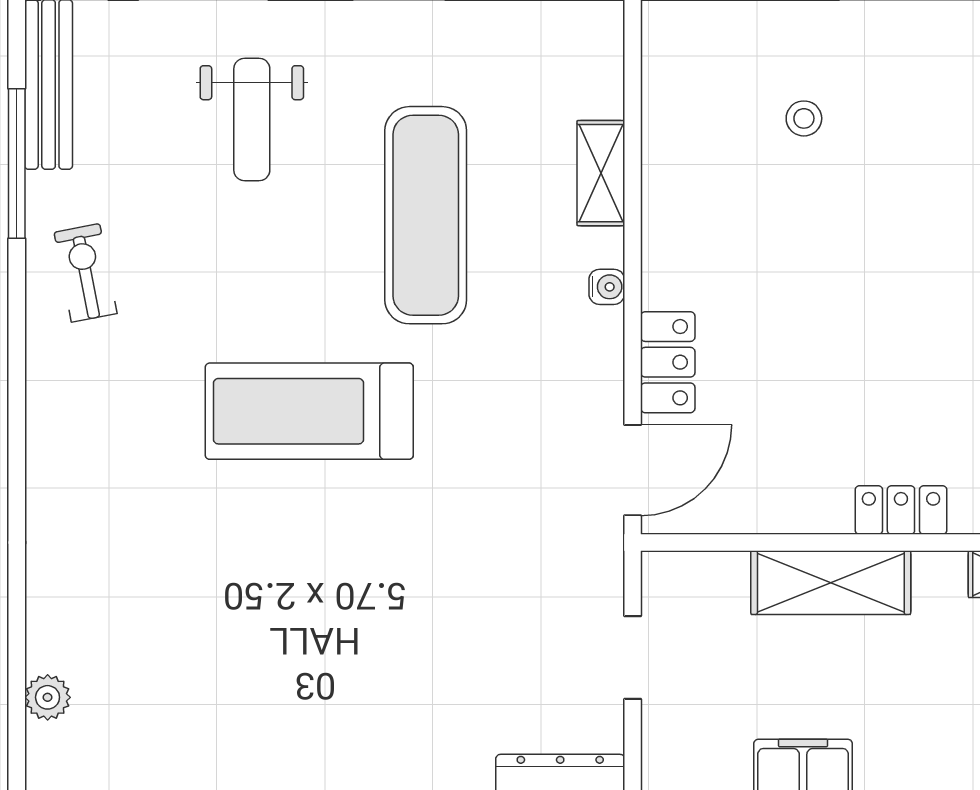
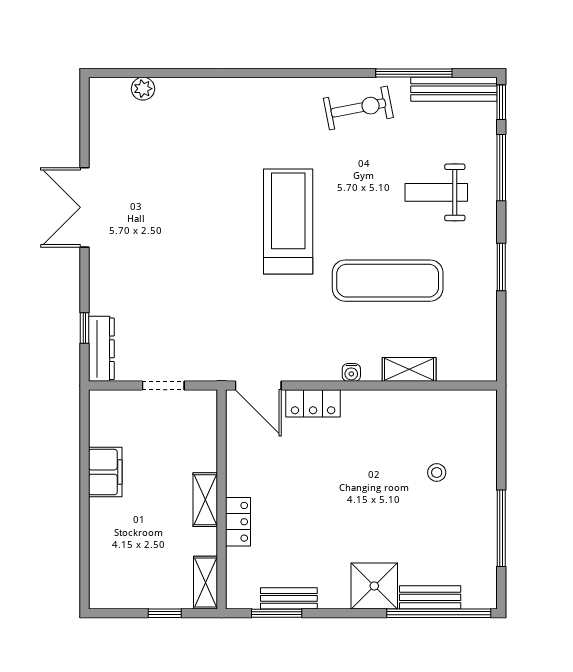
exercise bike: (86, 273) -> (358, 108), width x1.38, depth x1.39
shelving: (831, 583) -> (205, 500), width x0.67, depth x0.75

